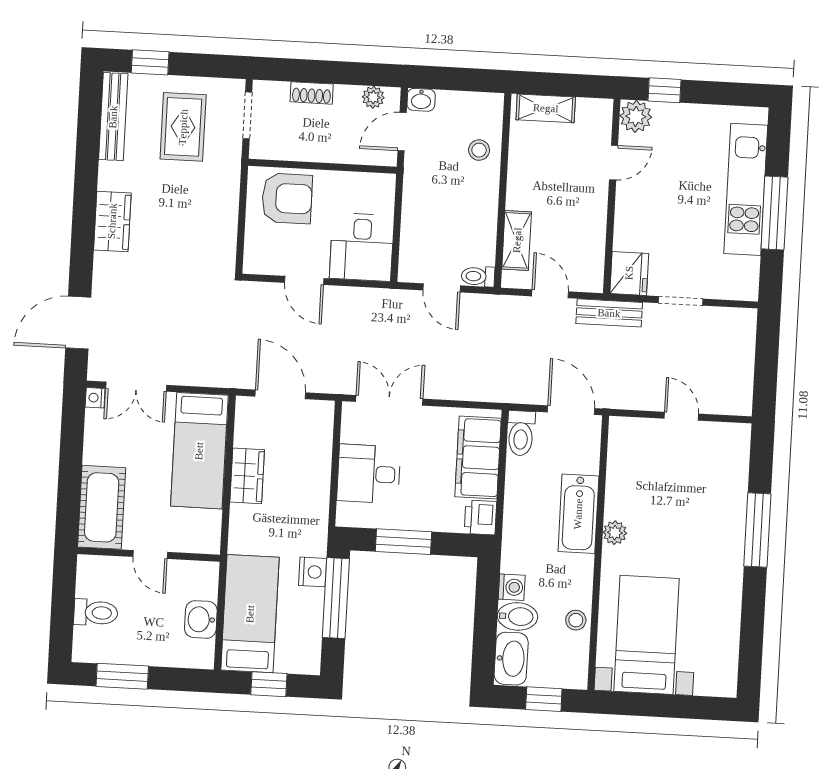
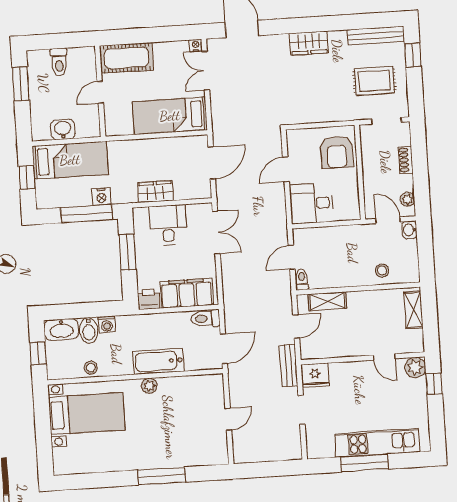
wardrobe: (247, 476) -> (155, 192), moved, turned 180

